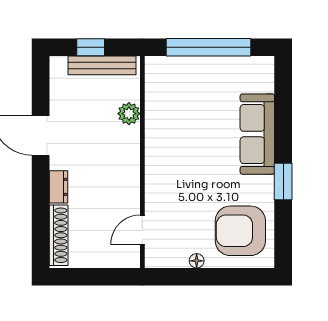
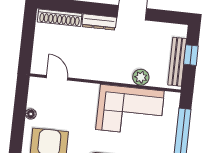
corner sofa: (176, 124) -> (130, 110), added
dresser: (58, 187) -> (99, 22), width x1.44

